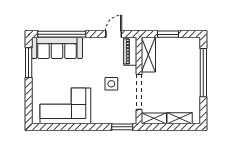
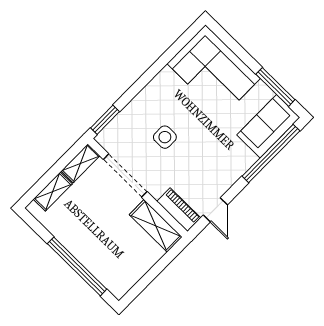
window: (168, 34) -> (157, 269), removed
sofa: (57, 48) -> (268, 126), width x0.73
side table: (111, 84) -> (165, 137), moved
corner sofa: (65, 106) -> (214, 71), moved, turned 90

